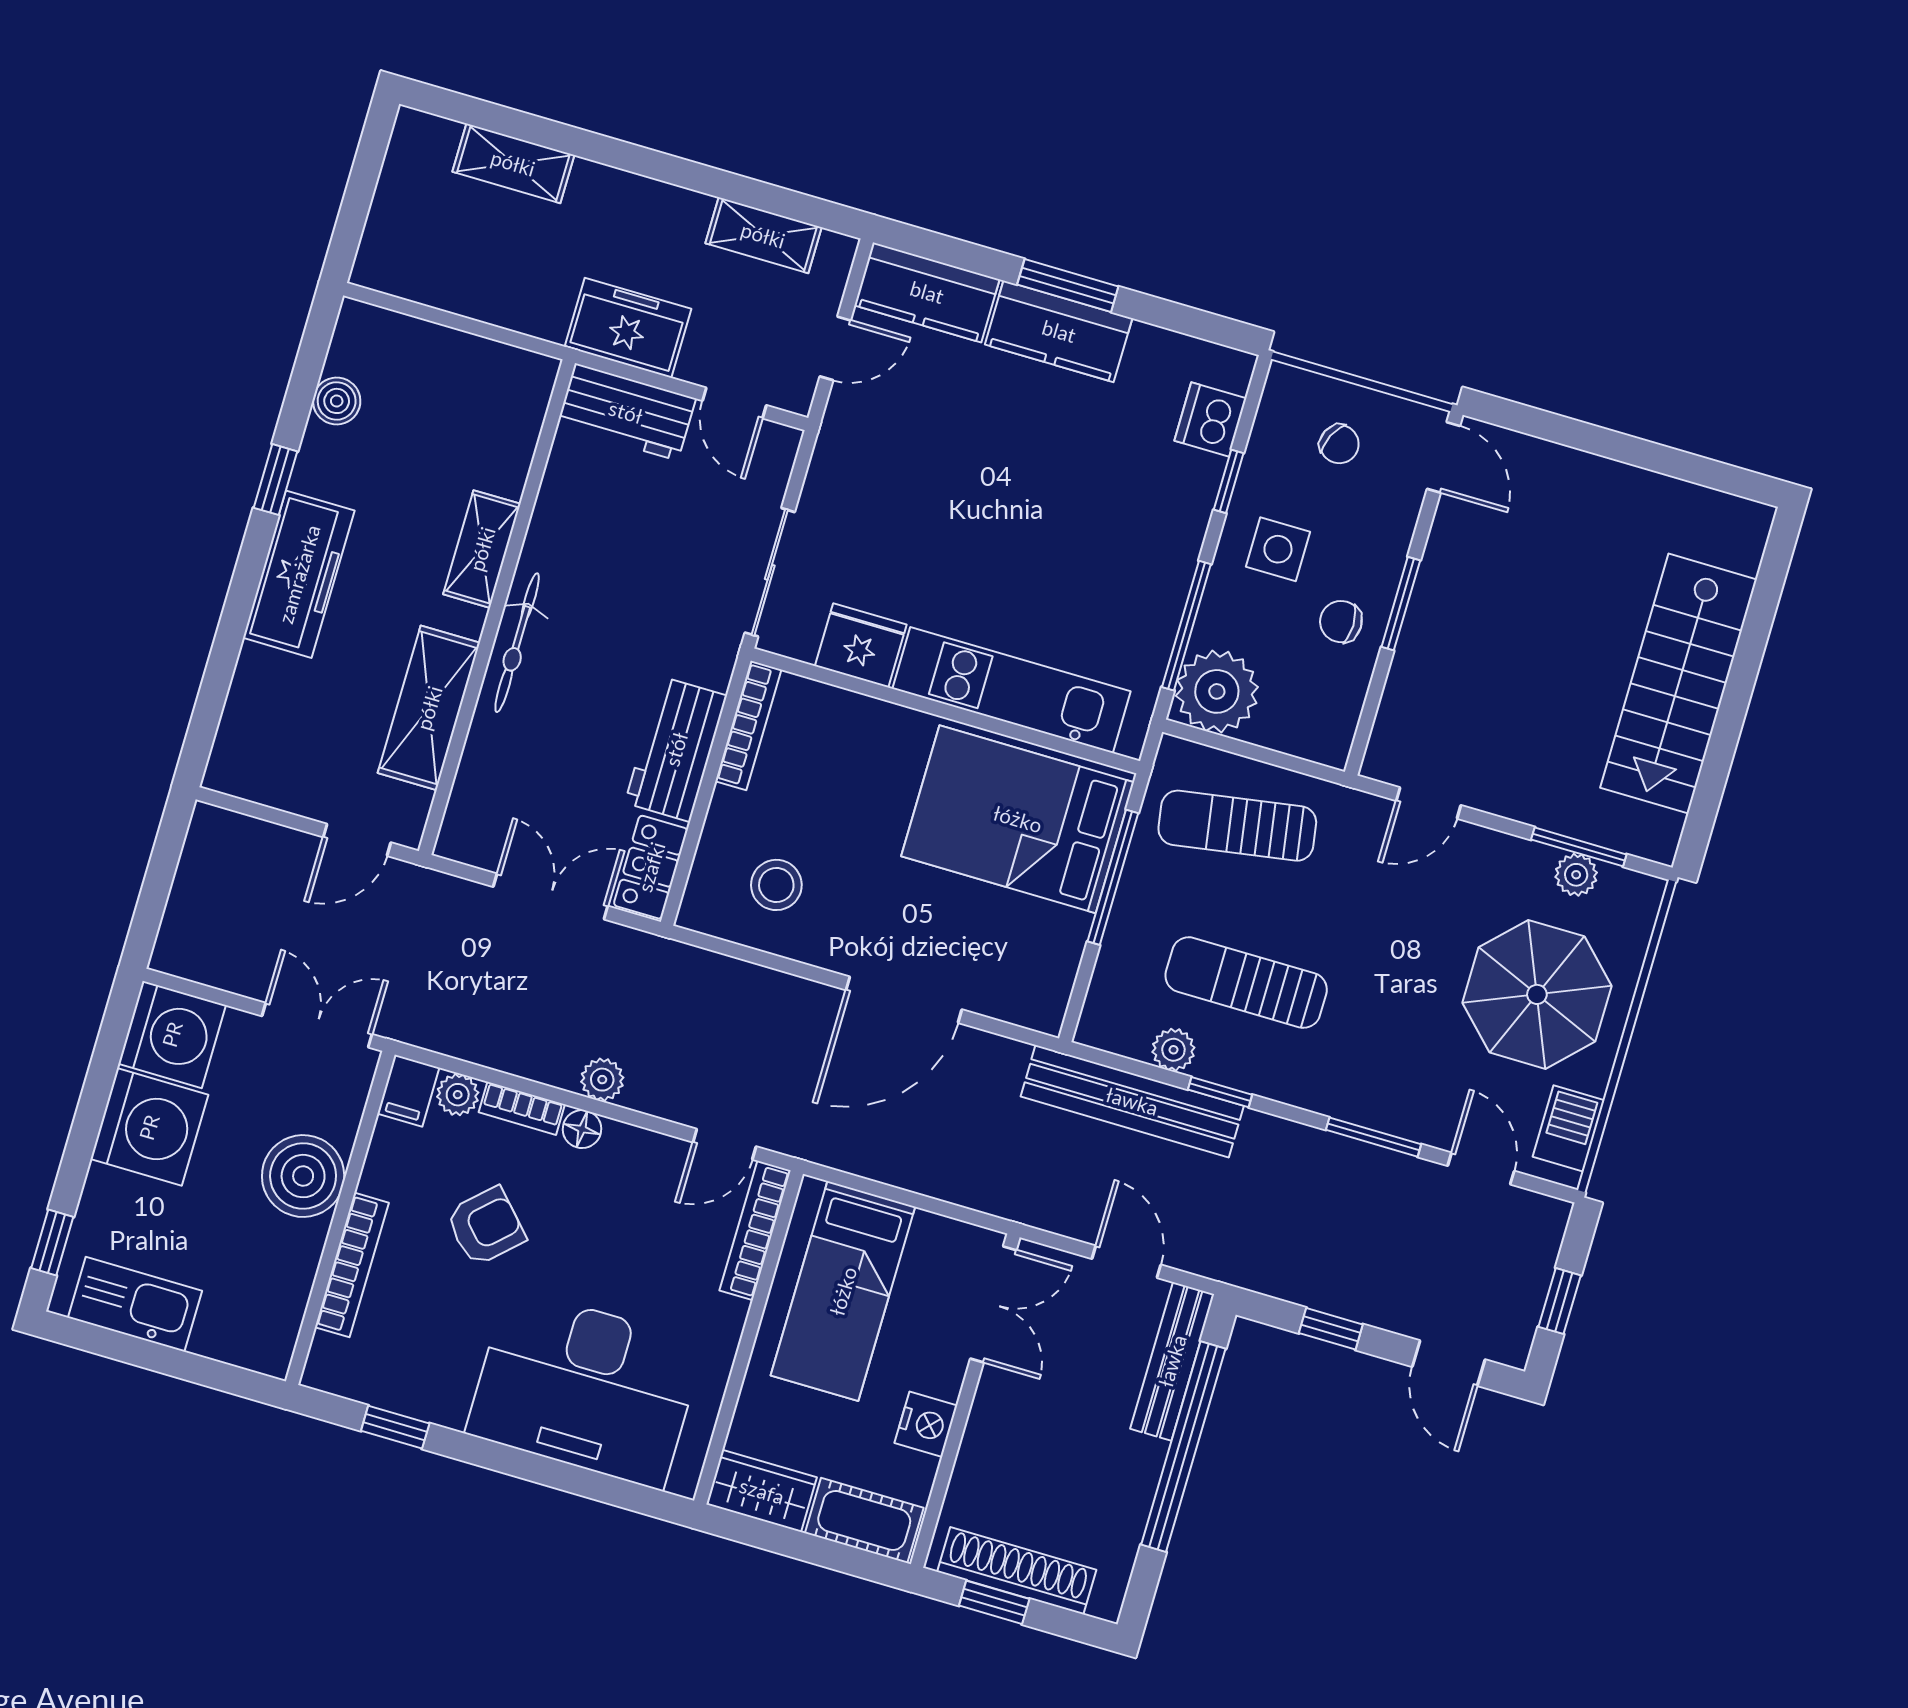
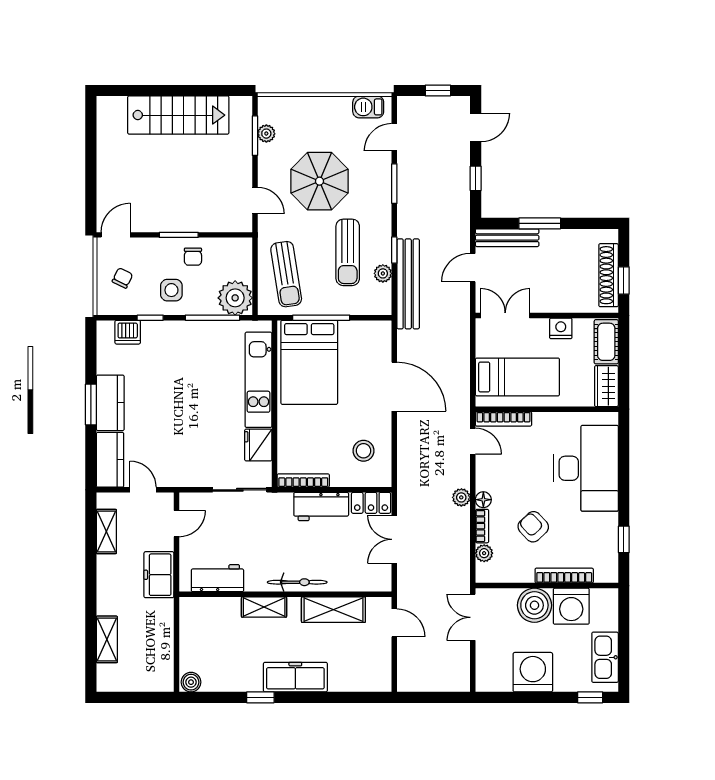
boiler: (337, 401) -> (191, 682), moved
workbench: (626, 412) -> (217, 578), moved, turned -90
parasol: (1537, 994) -> (319, 181), moved
washing machine: (172, 1034) -> (571, 606), moved, turned 180
filing cabinet: (409, 1091) -> (488, 573), removed
window: (1183, 1447) -> (540, 223), width x0.47

